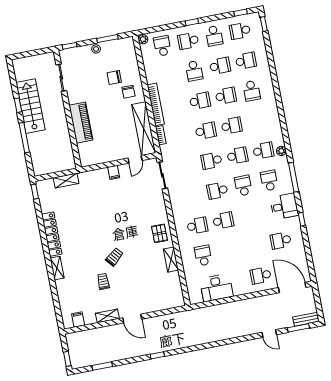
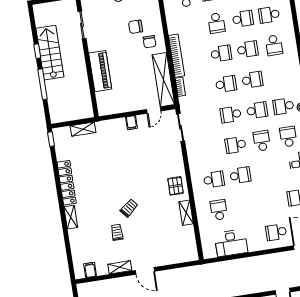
school desk: (246, 61) -> (269, 15), turned 180
school desk: (263, 151) -> (283, 106), turned 180

